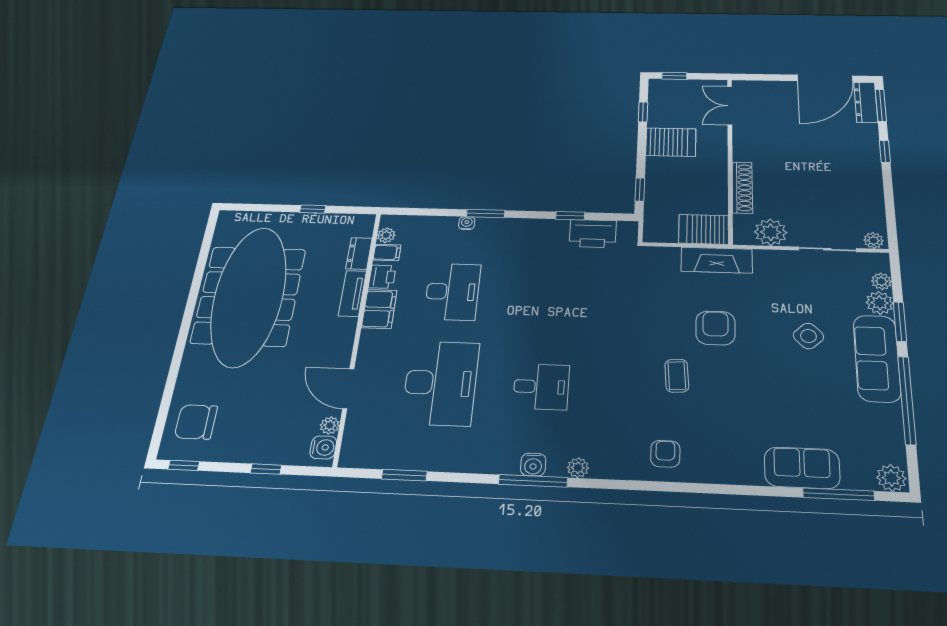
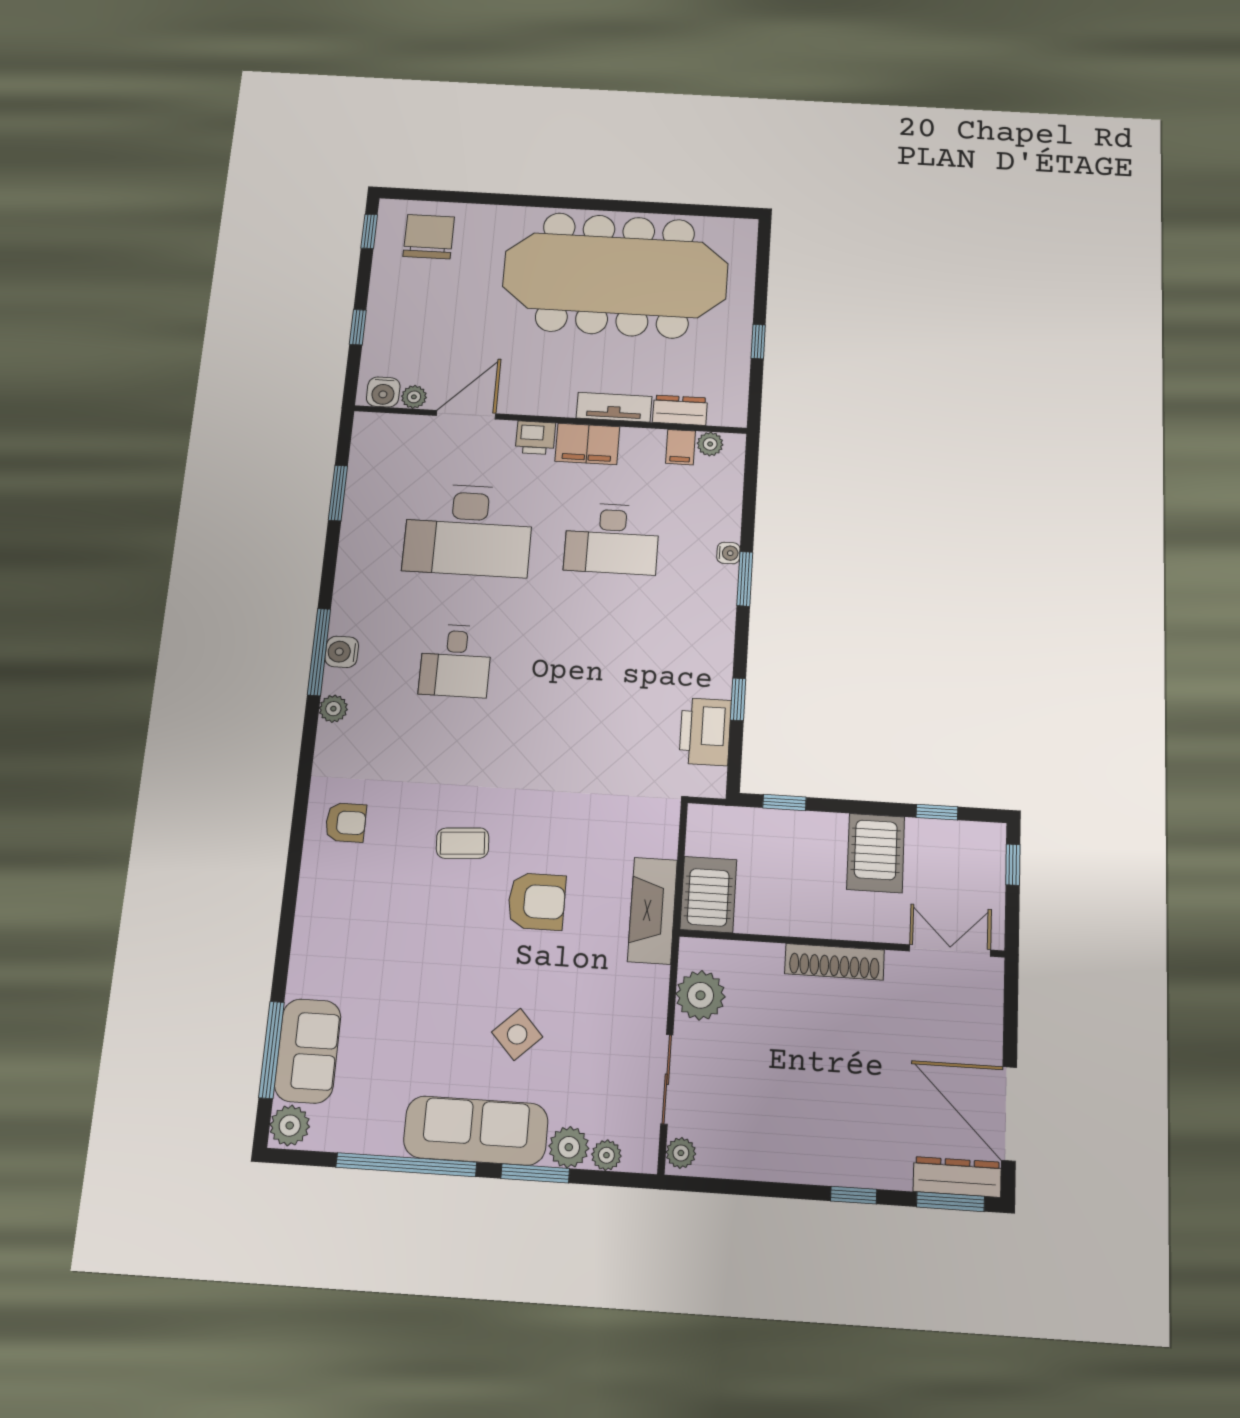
shoe rack: (742, 188) -> (834, 962), moved
printer: (382, 277) -> (535, 438), moved
sofa: (802, 468) -> (308, 1051), moved

